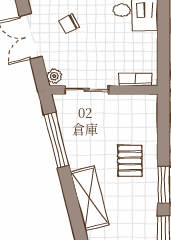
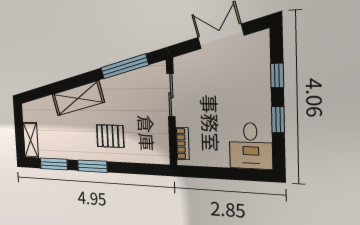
chair: (69, 24) -> (235, 76), removed
plant: (54, 76) -> (182, 62), removed

